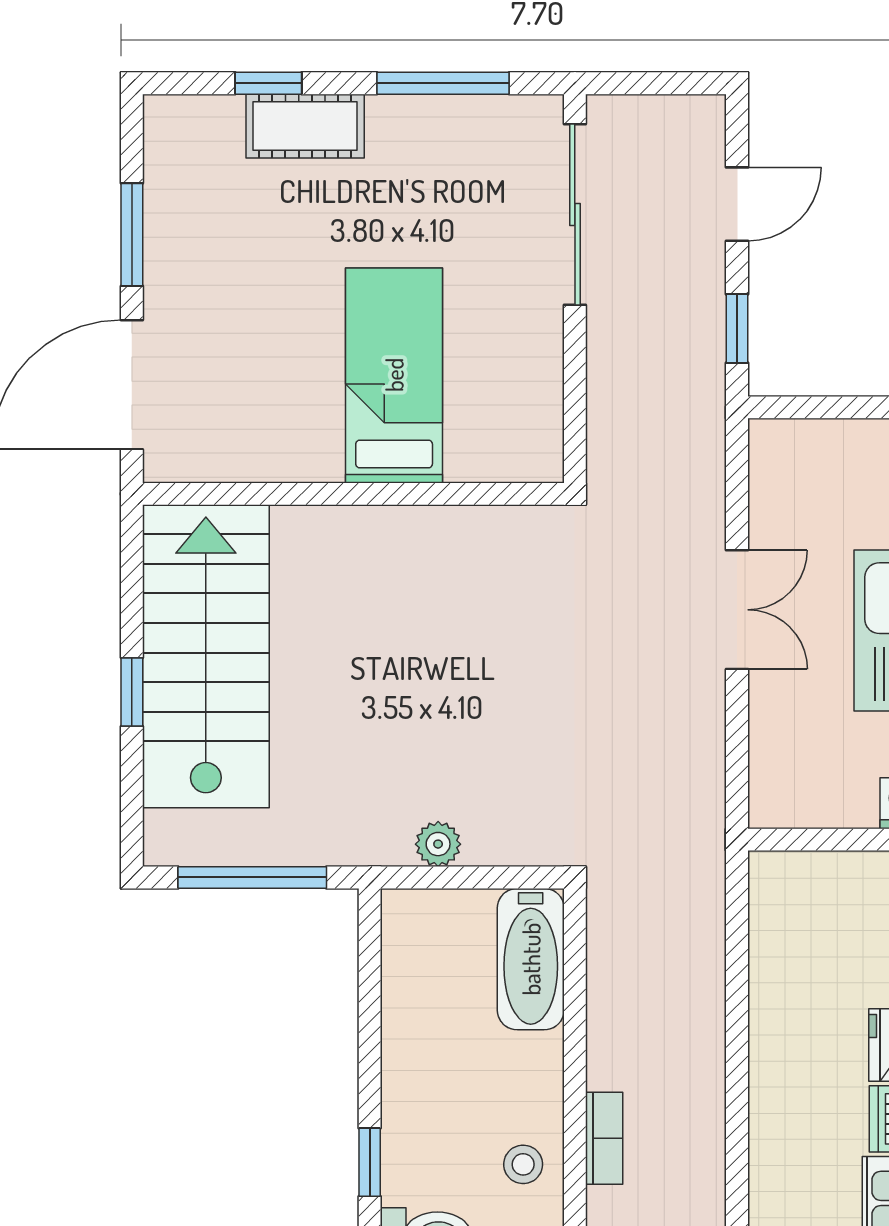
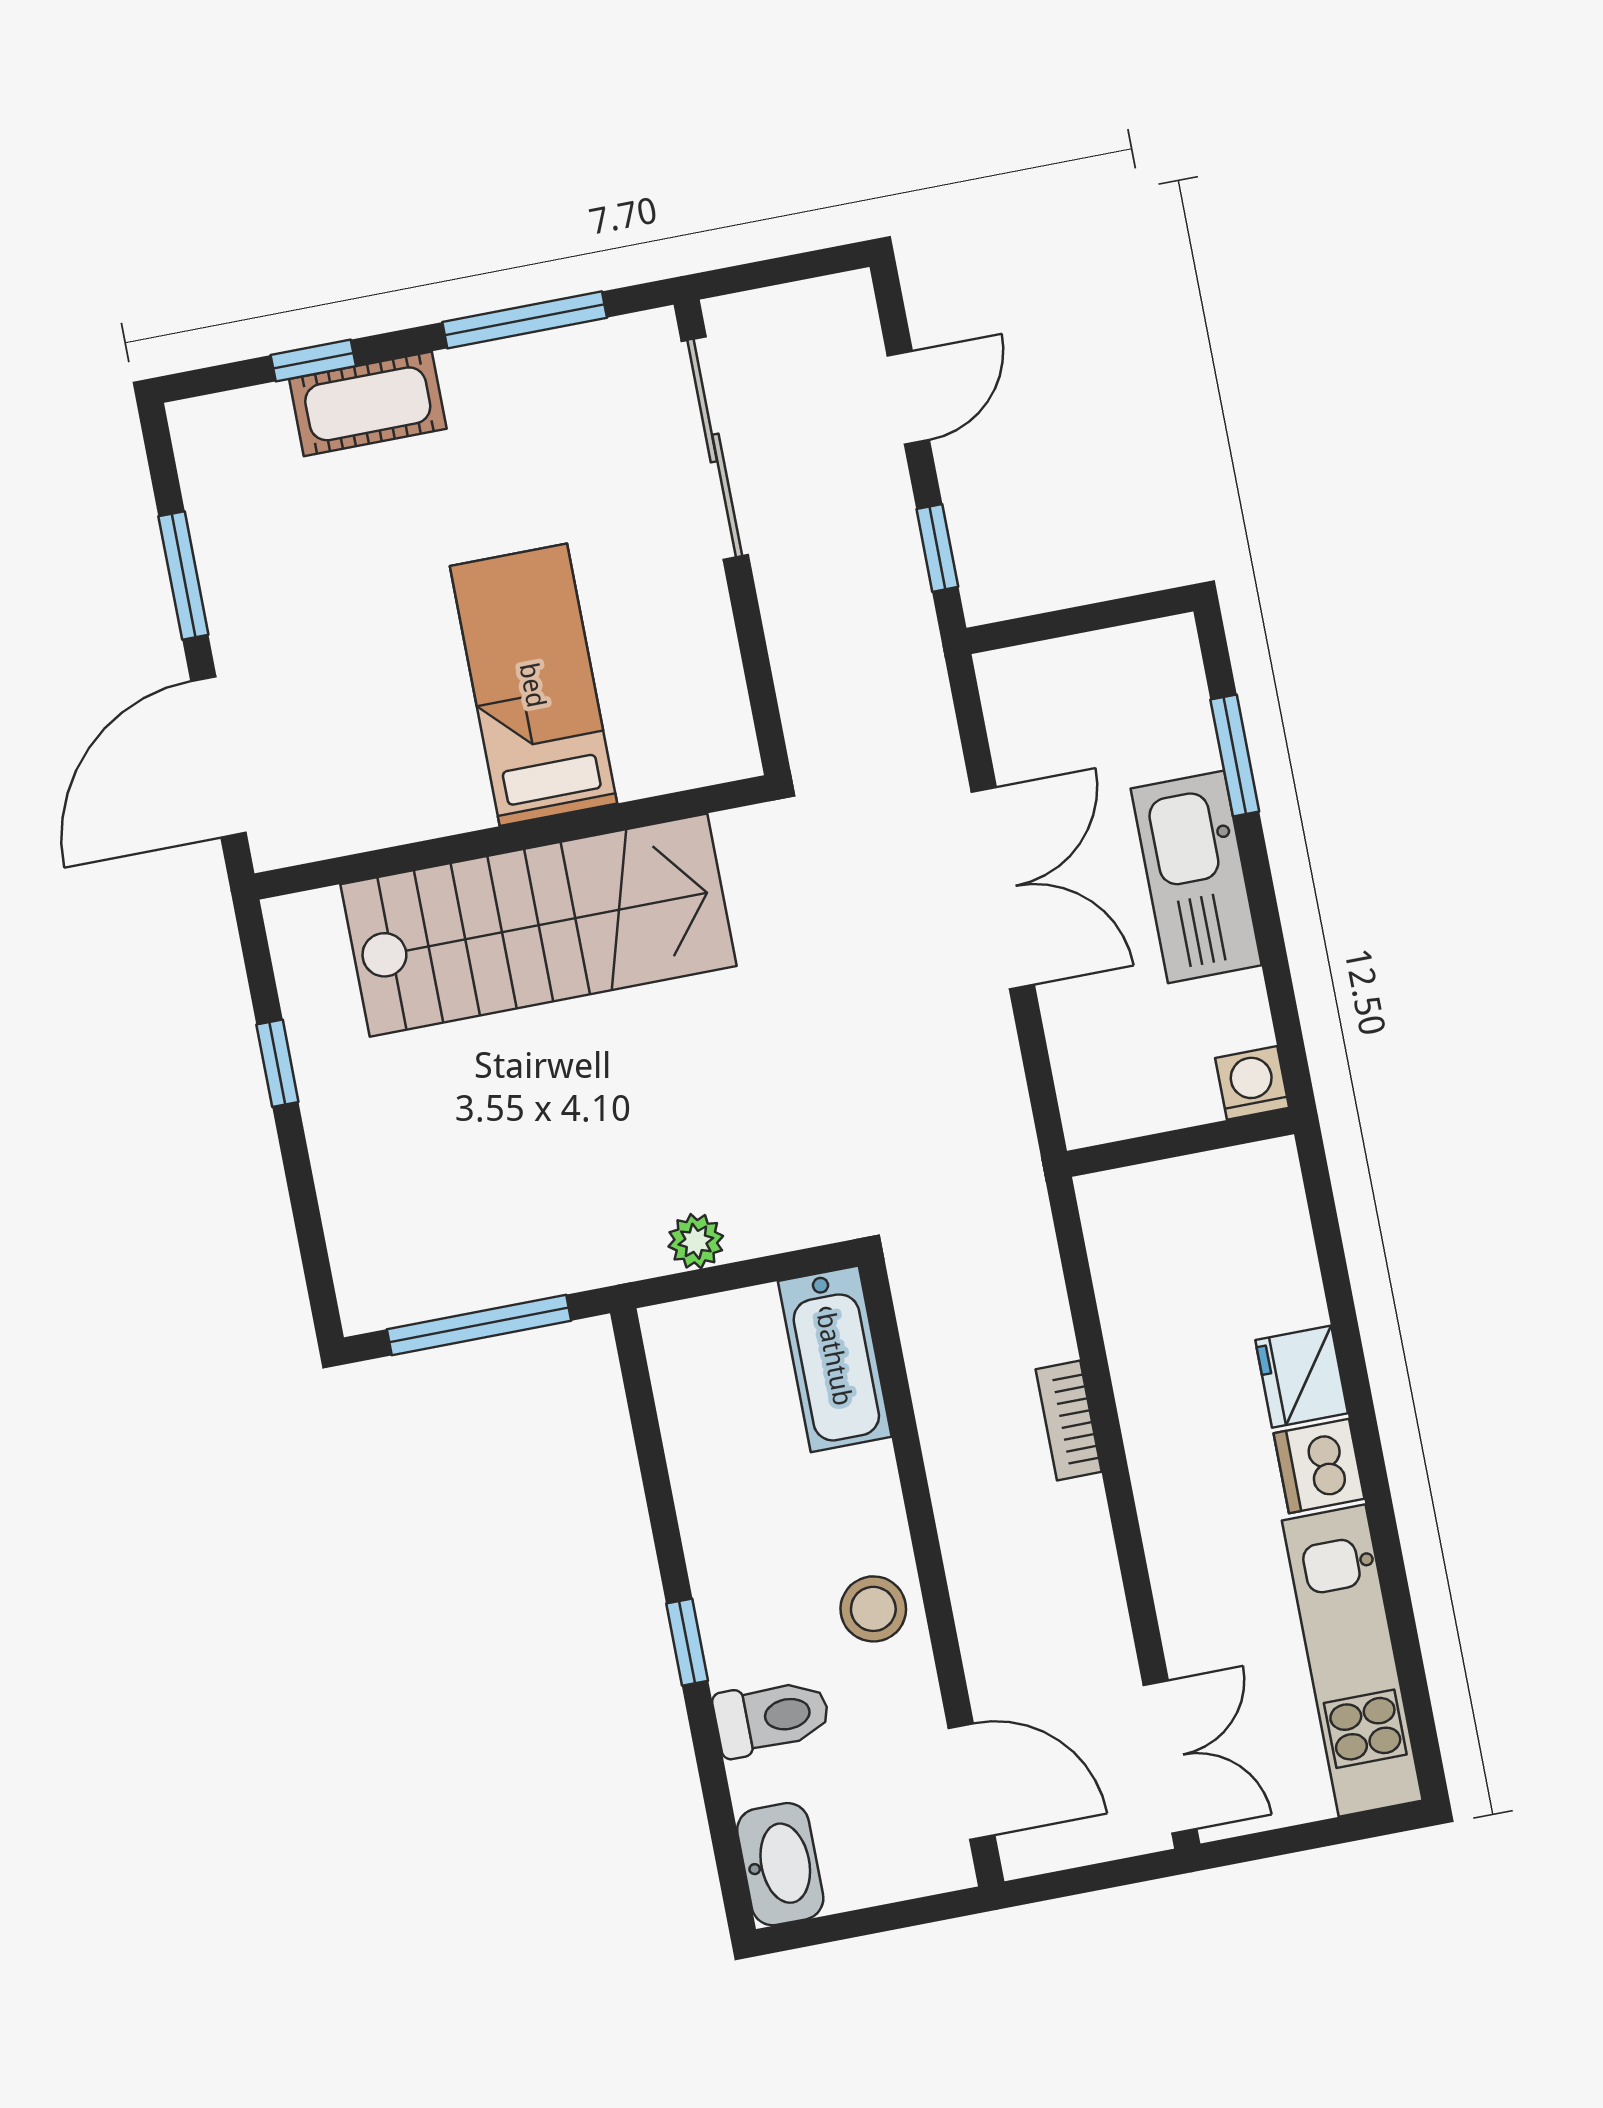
double door: (737, 610) -> (1003, 888), width x1.37
stairs: (206, 656) -> (538, 925), moved, turned 90
window: (132, 692) -> (277, 1063), moved
bookcase: (604, 1138) -> (1069, 1421), moved, turned 180
stool: (523, 1164) -> (873, 1609), width x1.37, depth x1.37

